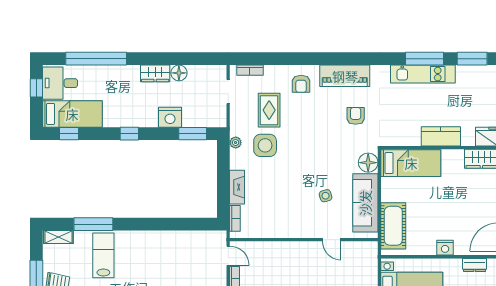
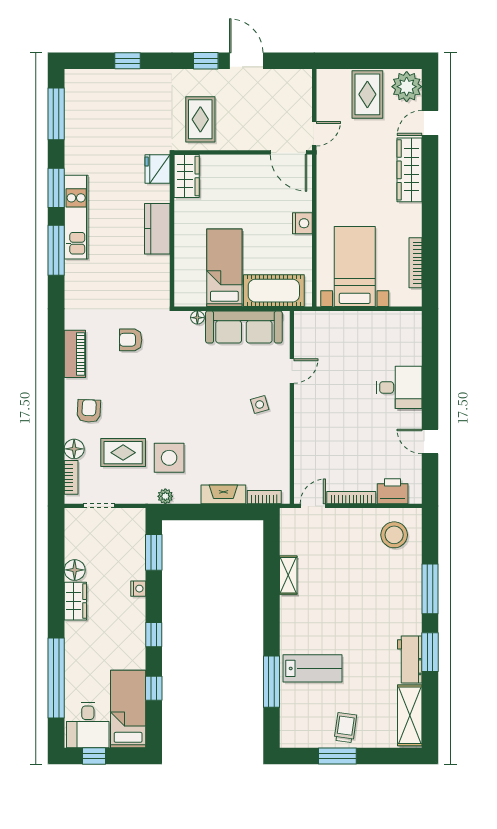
floor lamp: (272, 73) -> (74, 449), added
kitchen unit: (423, 74) -> (76, 217), moved
piano: (345, 76) -> (75, 354), width x0.73, depth x0.75
armchair: (301, 84) -> (89, 411), turned -87
nightstand: (170, 117) -> (138, 589), width x0.53, depth x0.56
window: (69, 134) -> (154, 688), moved
floor lamp: (368, 163) -> (197, 318), width x0.53, depth x0.53
bed: (411, 163) -> (224, 268), moved
side table: (326, 196) -> (260, 404), moved
shelving: (58, 237) -> (288, 575), moved
lab bench: (103, 255) -> (312, 668), turned 180
dresser: (474, 265) -> (325, 185), removed

